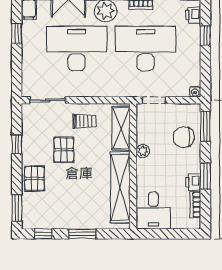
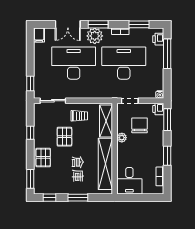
window: (17, 33) -> (30, 84), moved
window: (205, 35) -> (167, 54), width x2.17
chair: (184, 137) -> (140, 125), moved, turned 90
printer: (193, 182) -> (158, 109), moved

